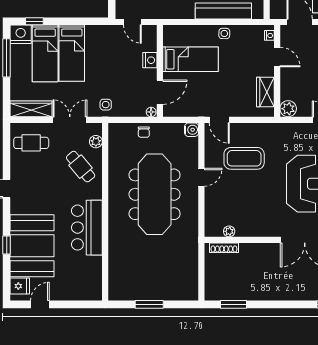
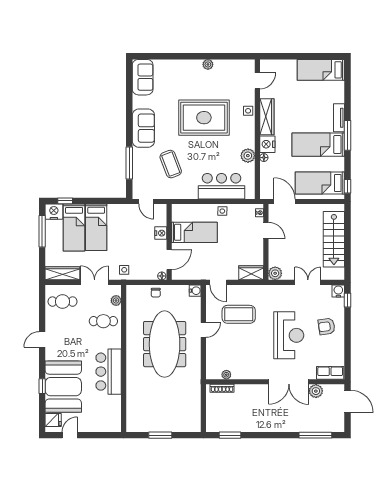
wardrobe: (265, 92) -> (251, 273), moved, turned 90
cafe table: (81, 167) -> (103, 321), turned -50

